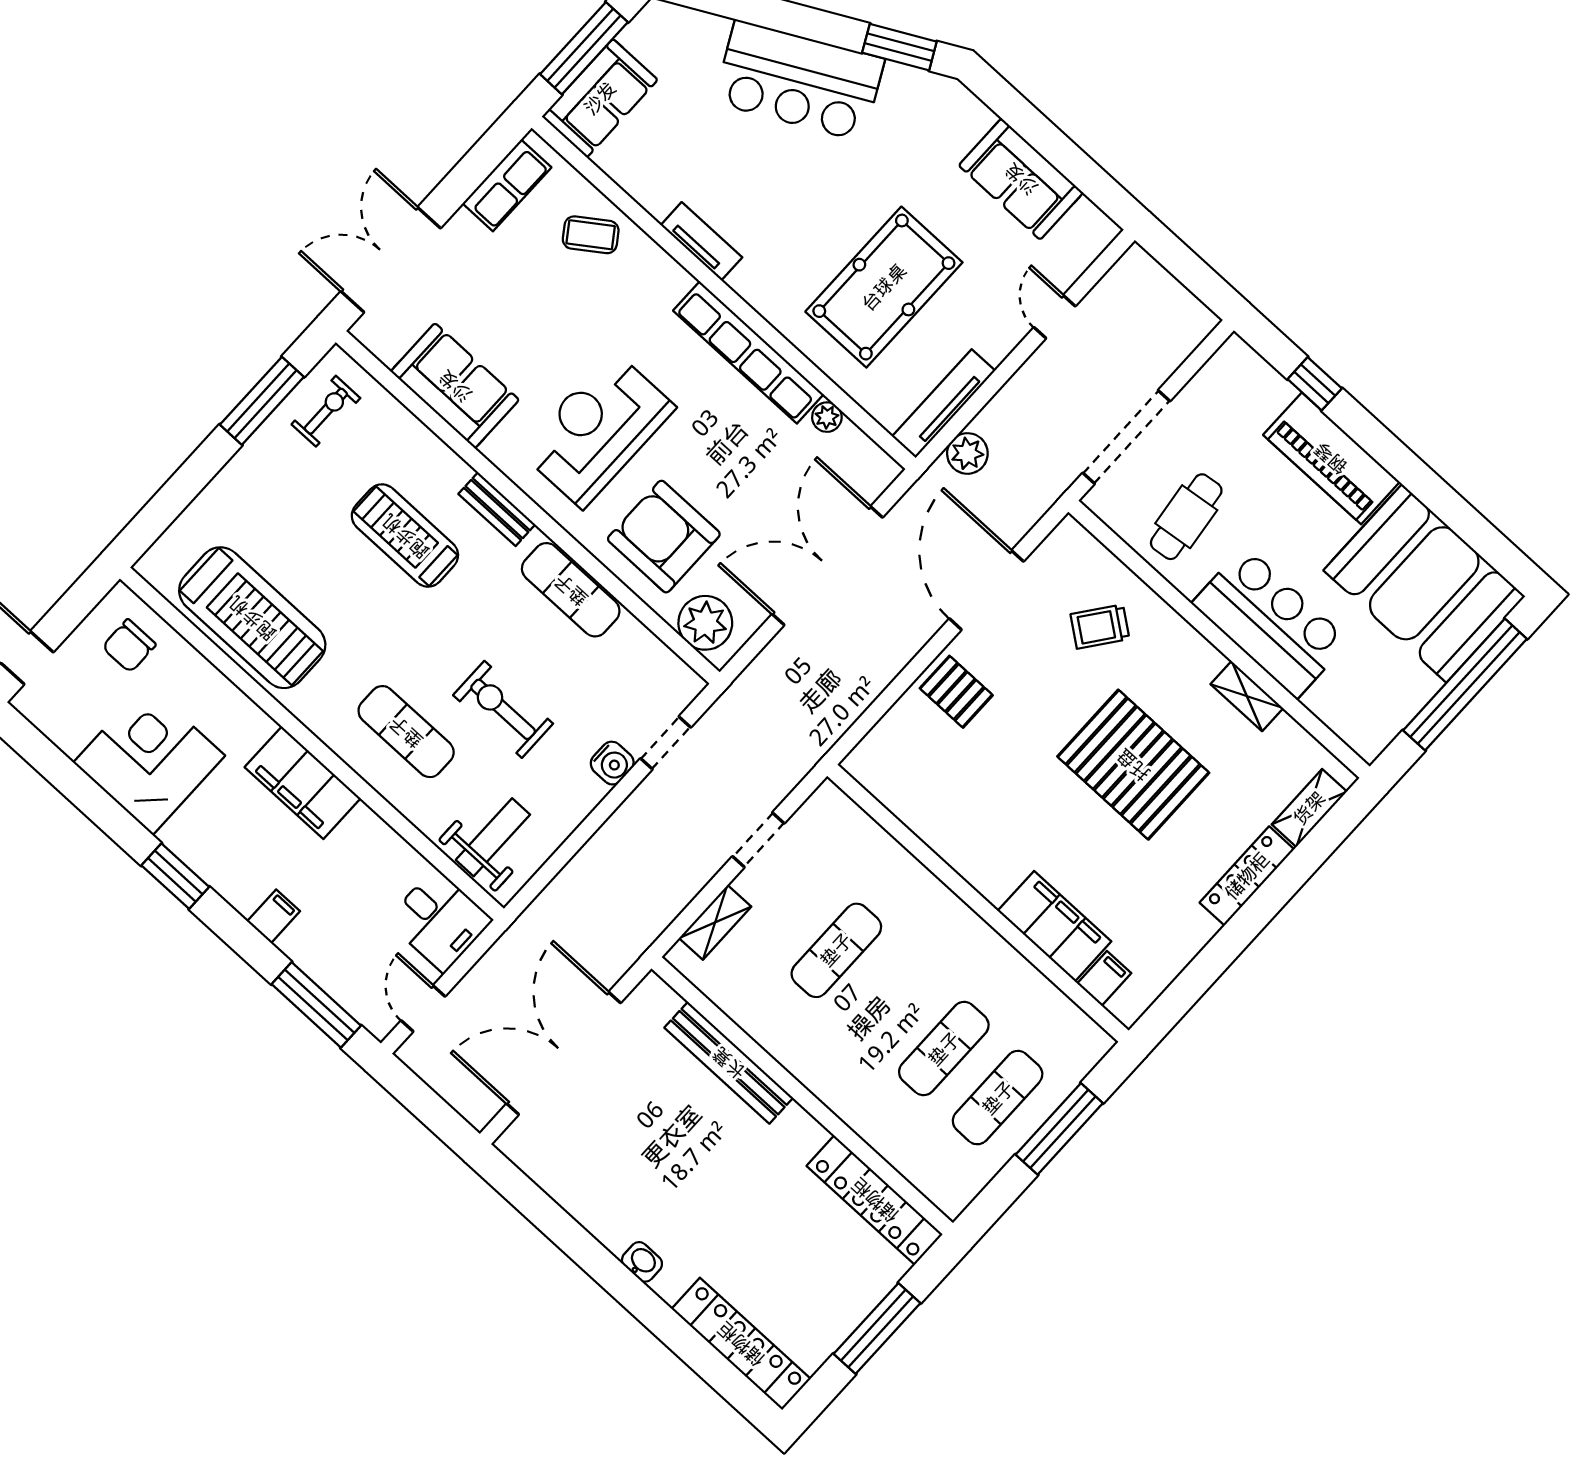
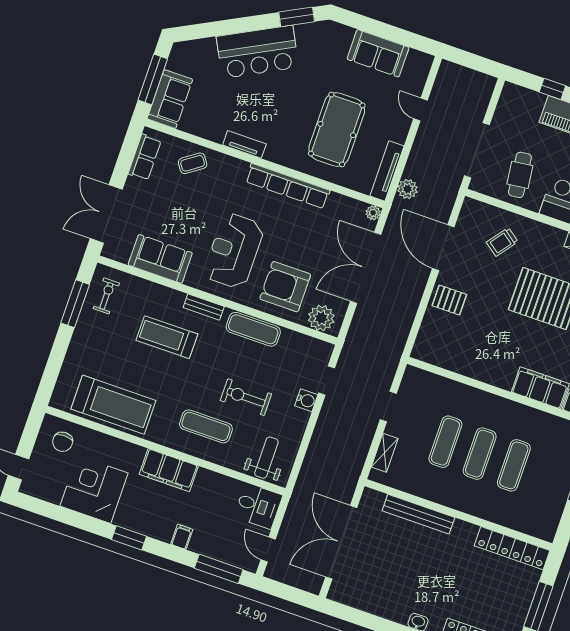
plant: (827, 417) -> (373, 213), moved
exercise mat: (998, 1098) -> (480, 454), moved

